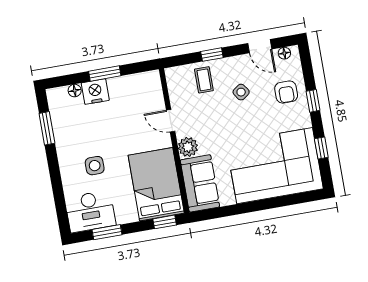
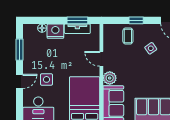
window: (105, 73) -> (77, 20), moved
tv unit: (127, 82) -> (77, 29), added
door: (55, 175) -> (20, 81), added

